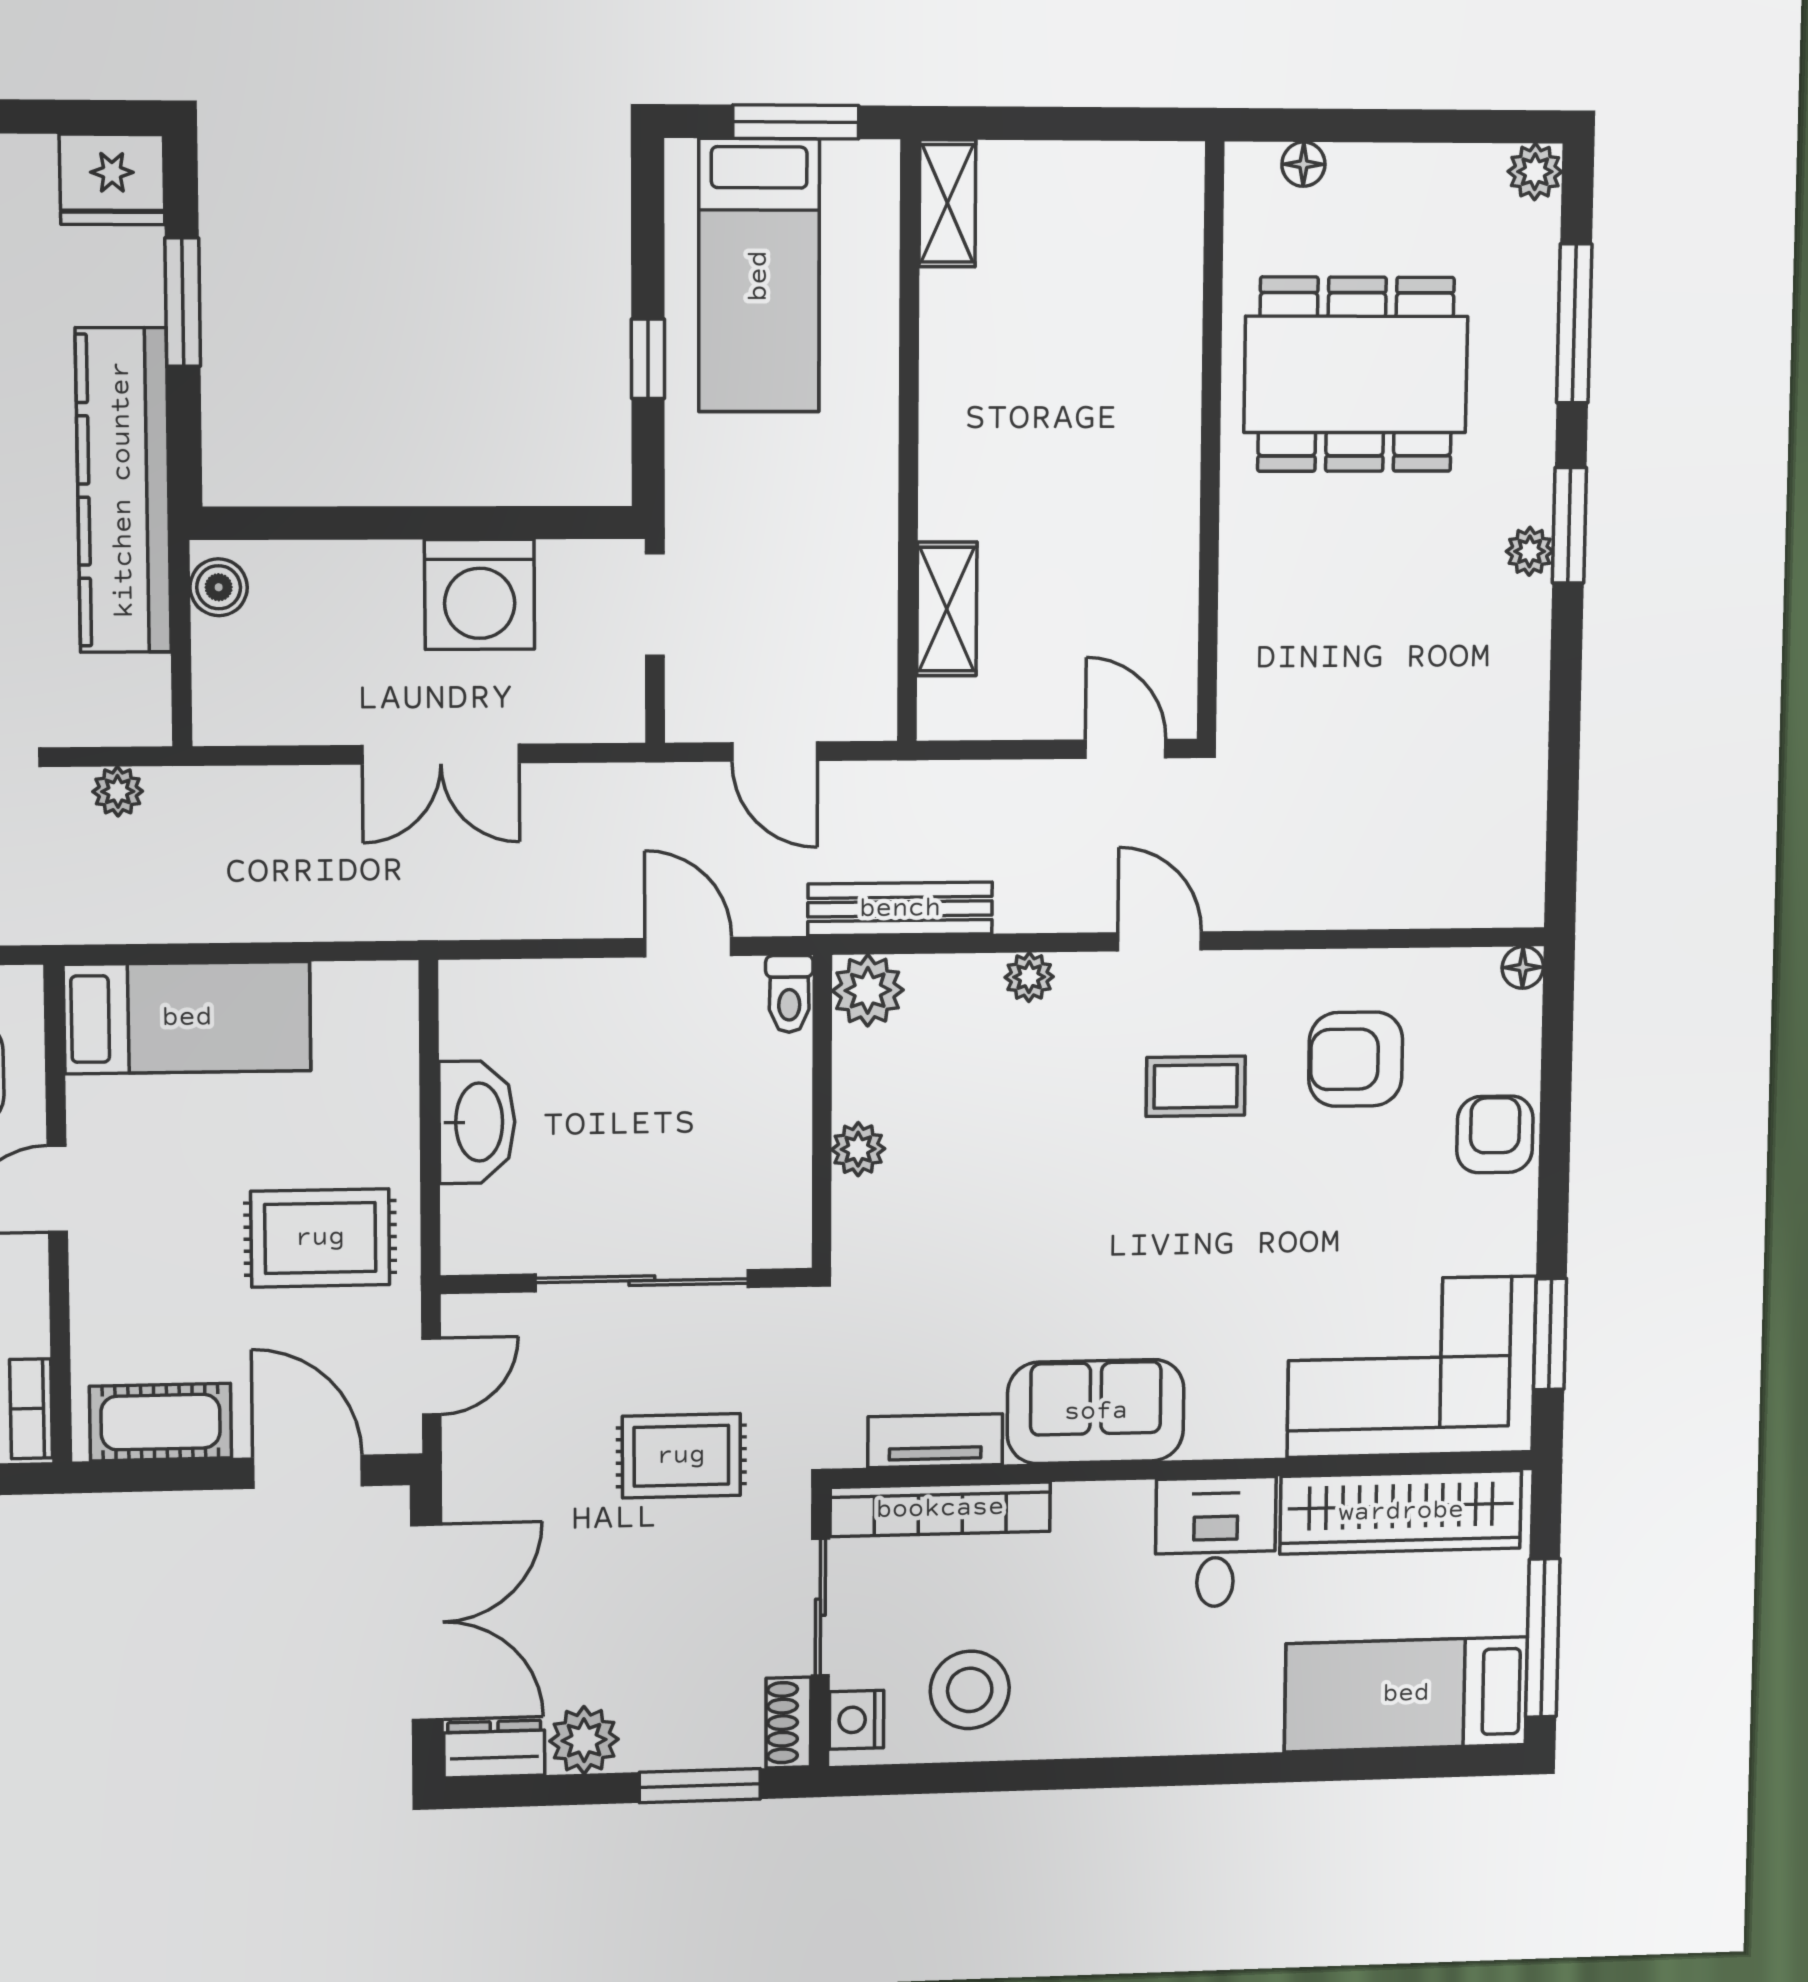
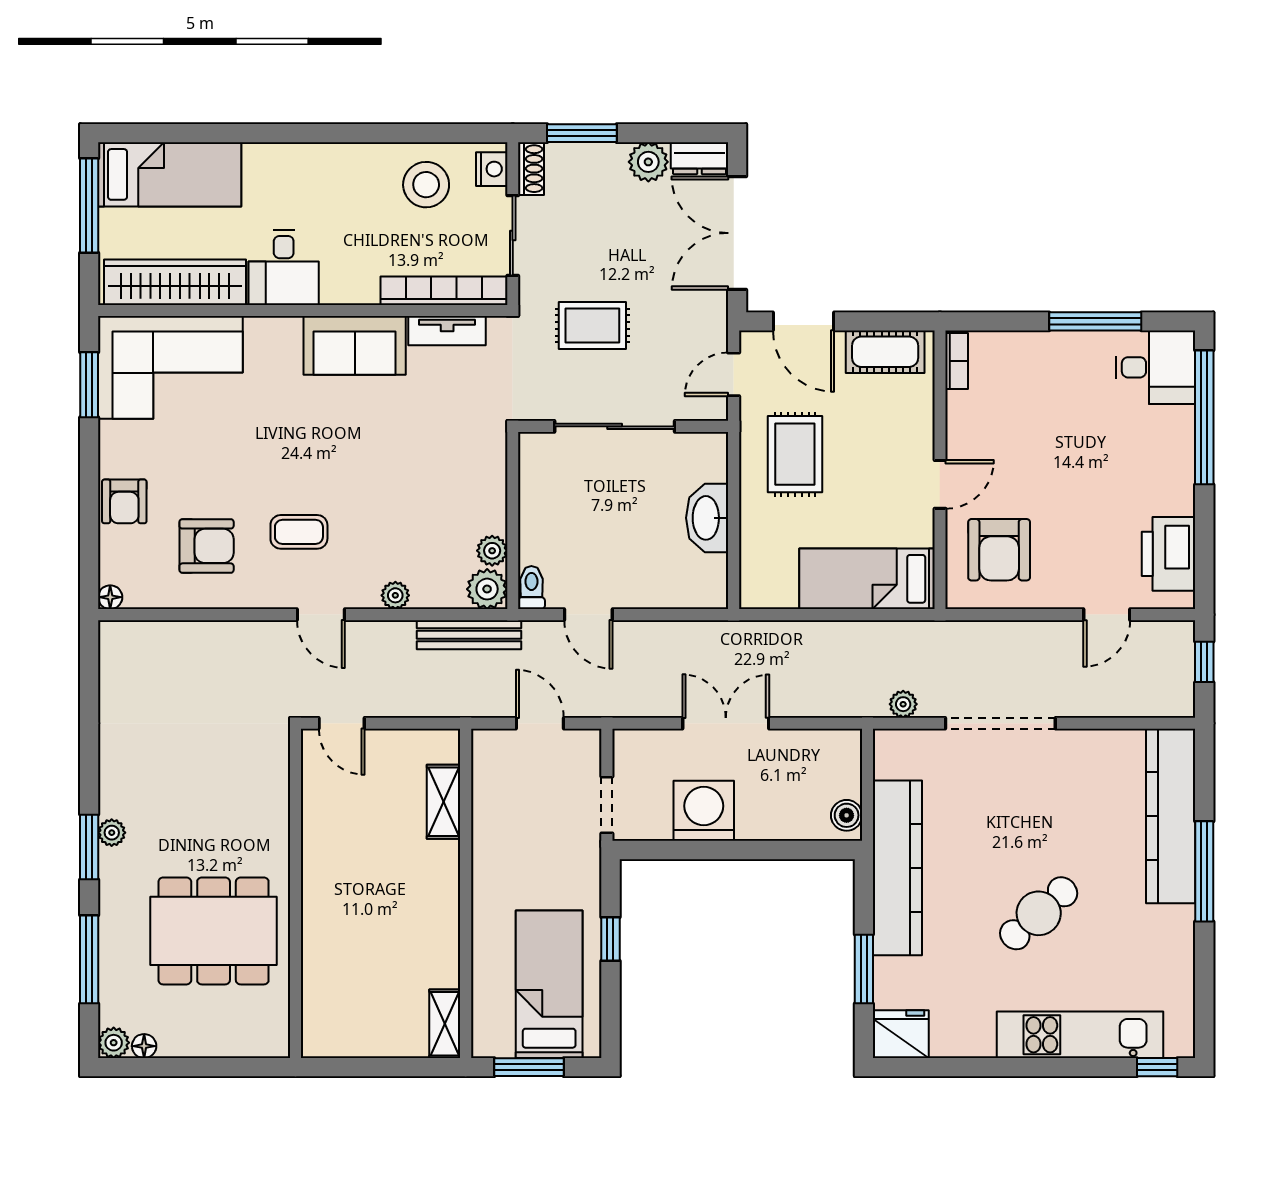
floor lamp: (1303, 164) -> (144, 1046), moved
plant: (858, 1149) -> (492, 551), moved
rug: (320, 1238) -> (795, 454), turned 90

